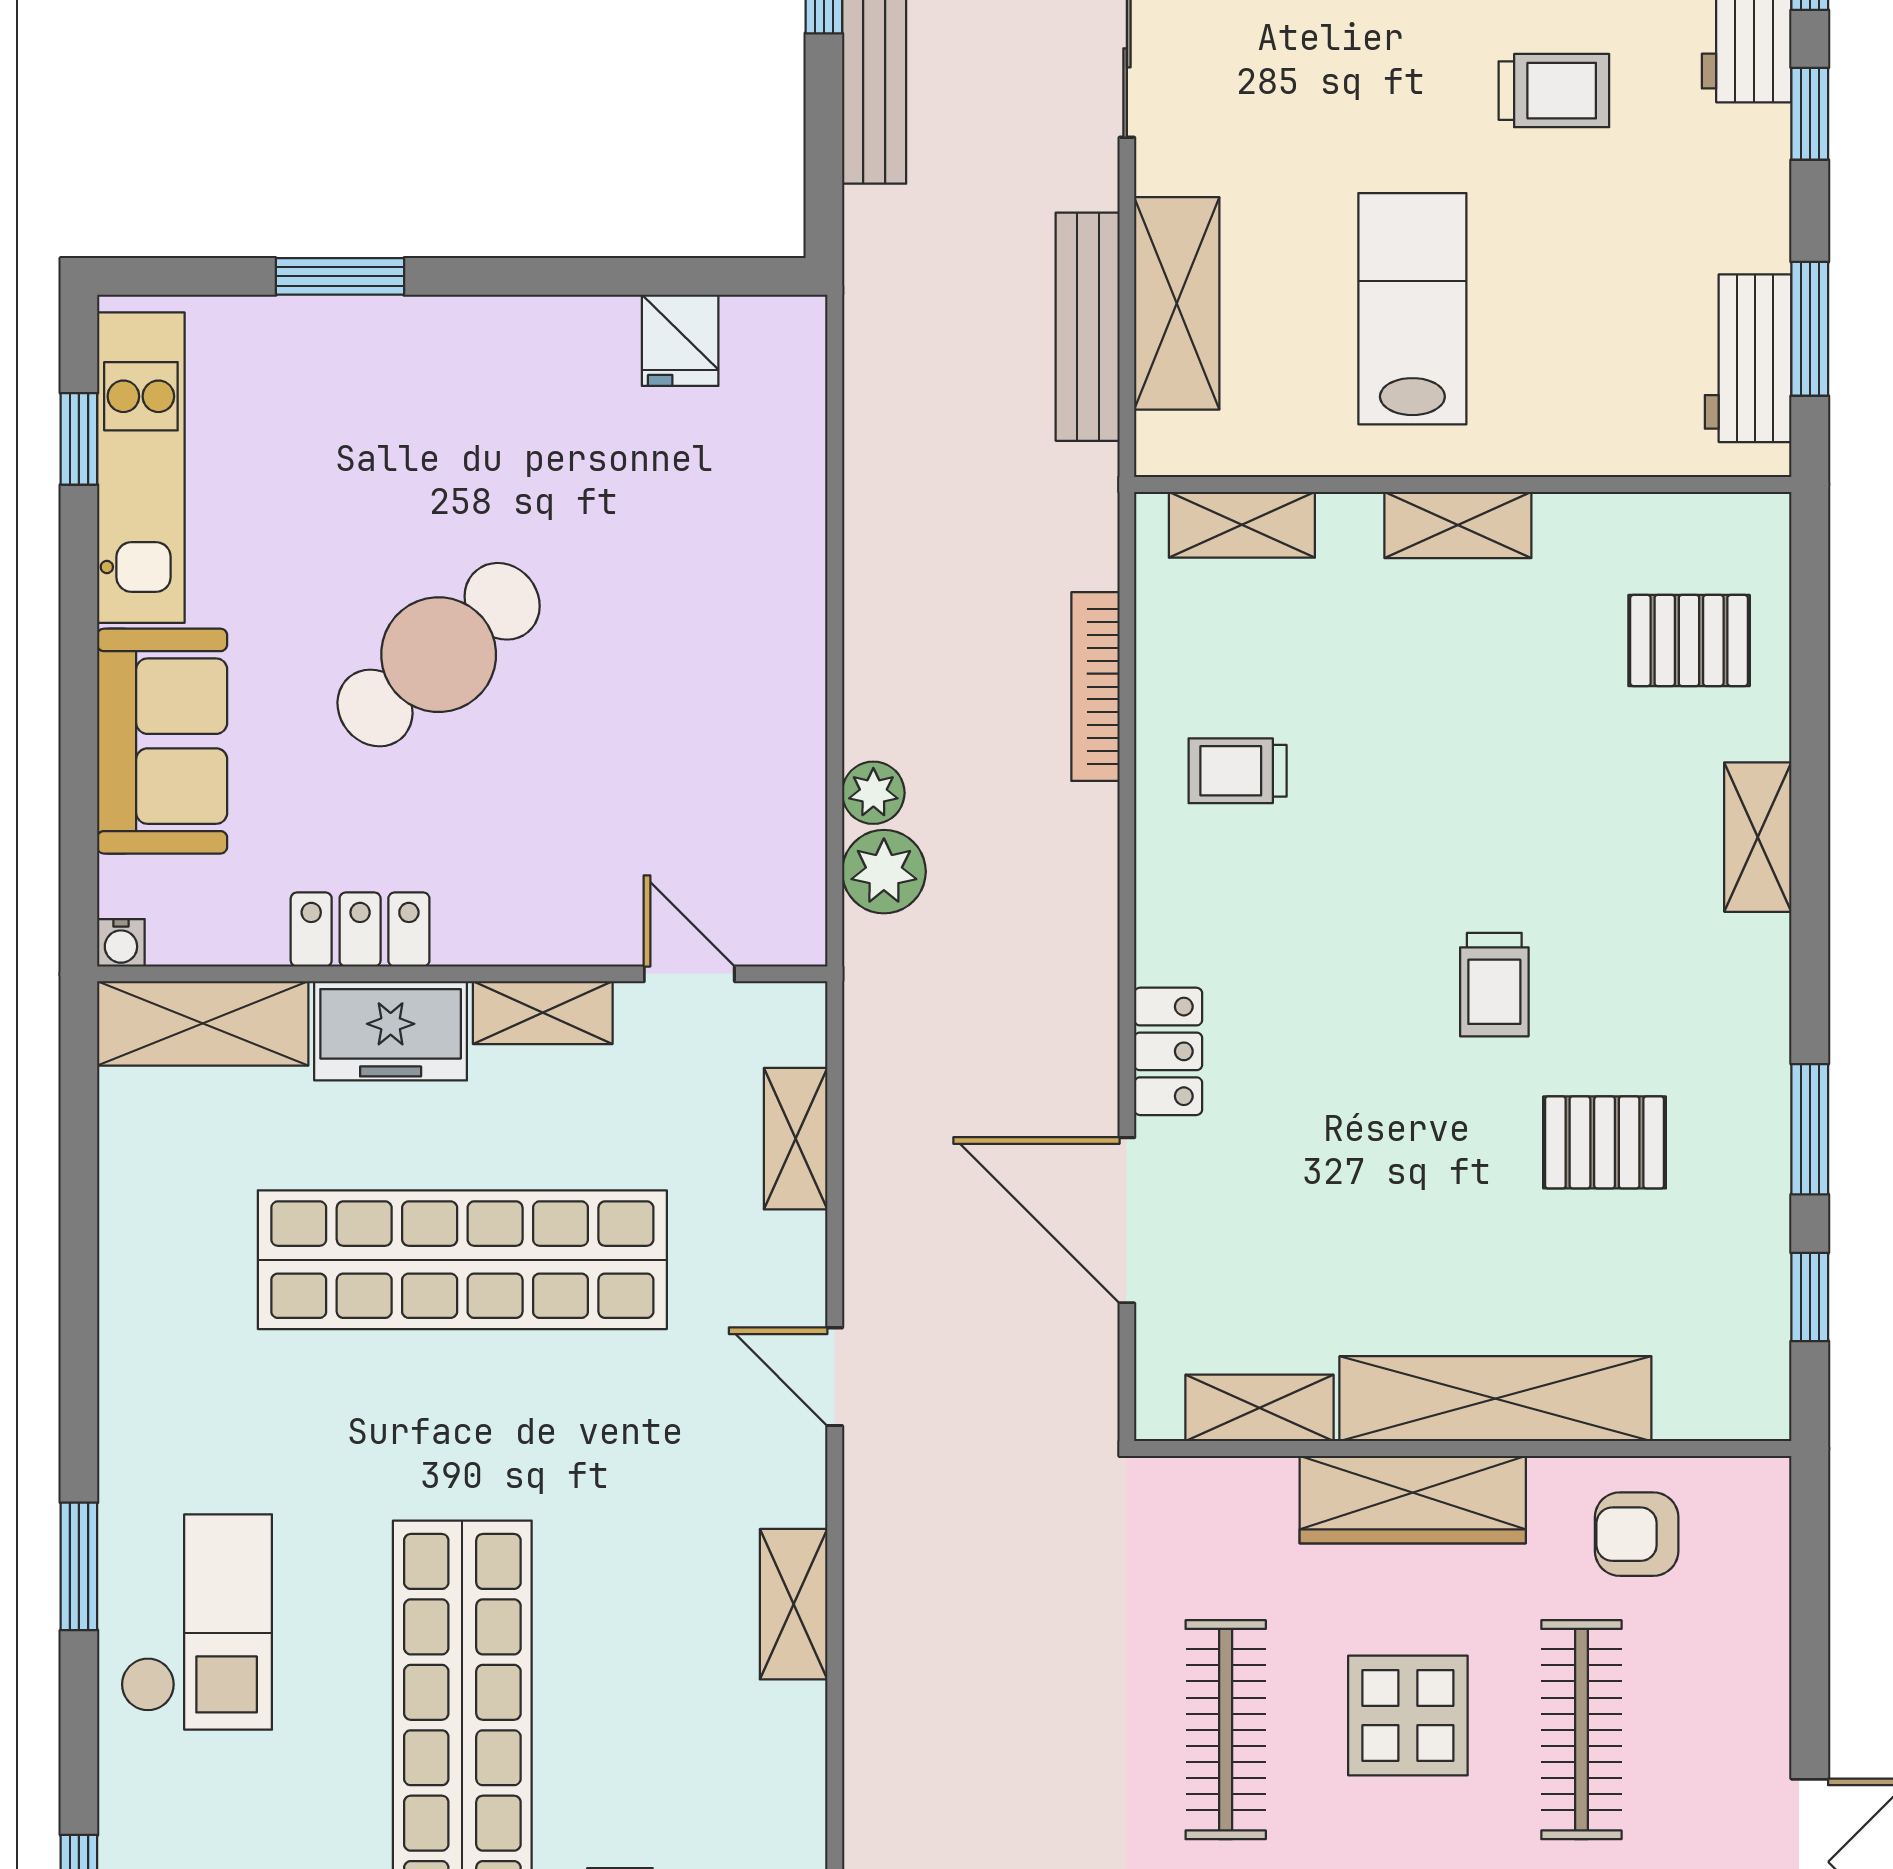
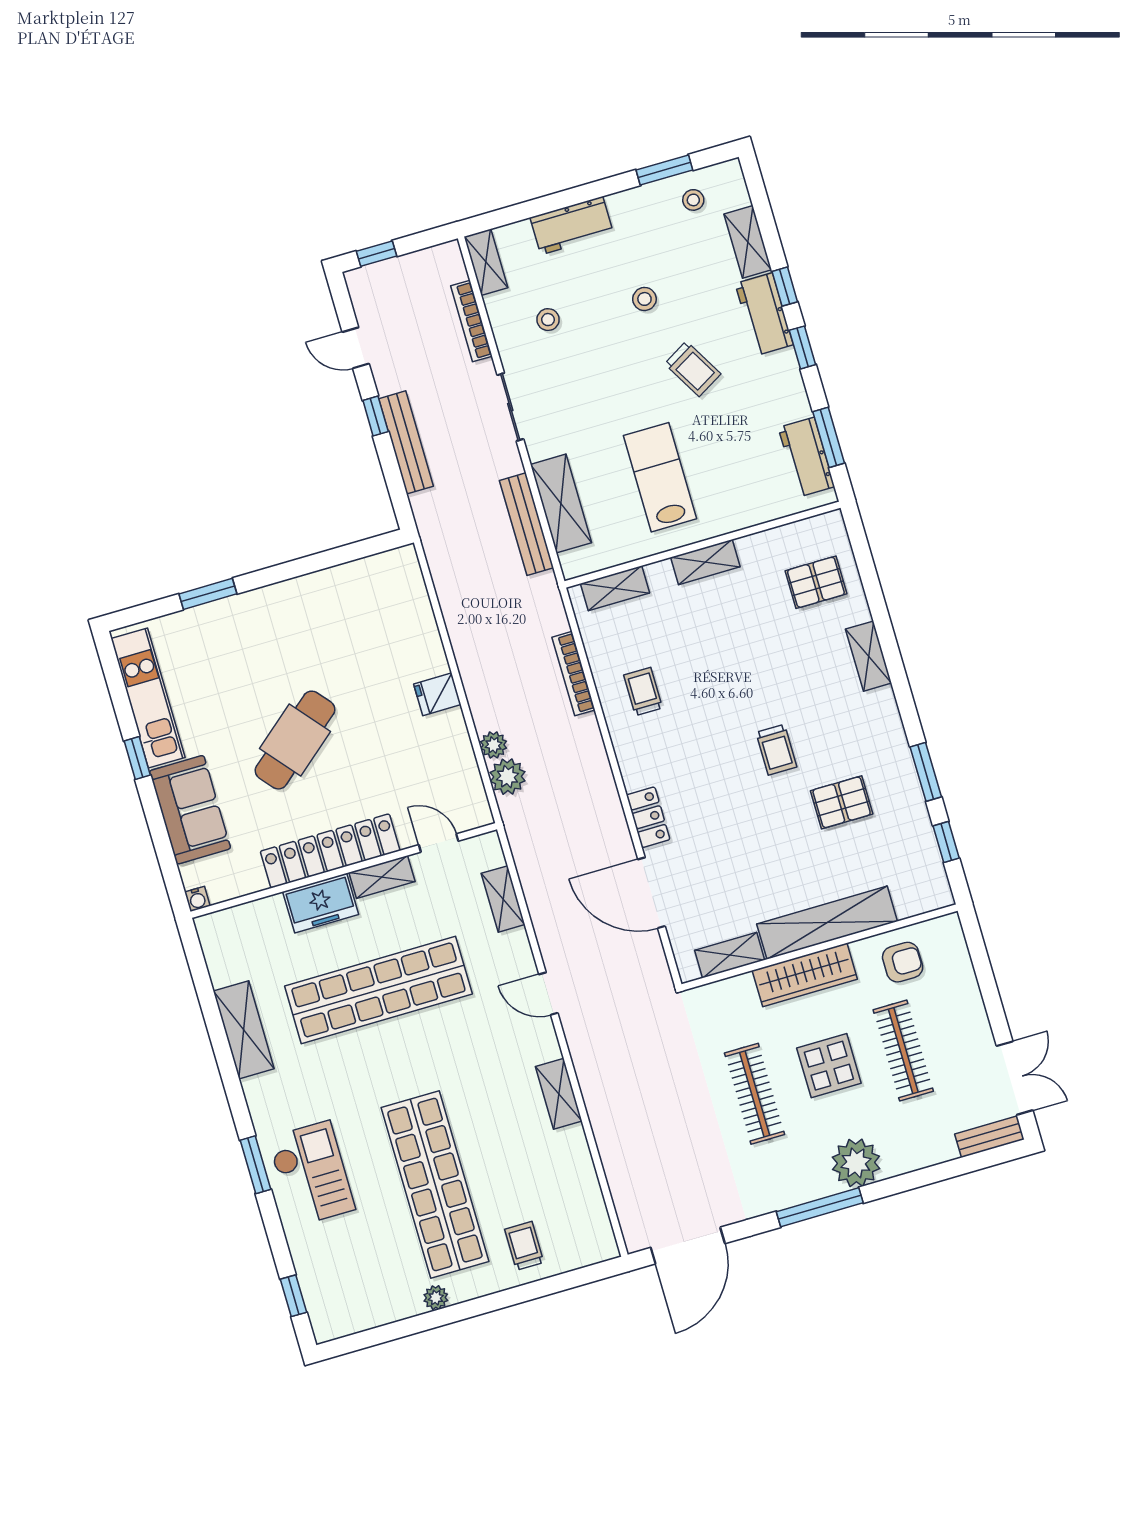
trolley: (1554, 91) -> (693, 369), turned 60
fridge: (680, 340) -> (437, 694), moved, turned 90
window: (79, 439) -> (137, 758), moved
trolley: (1238, 771) -> (643, 692), turned 90
locker: (360, 930) -> (330, 851), width x2.16, depth x1.21
shelving: (203, 1023) -> (244, 1030), moved, turned 90
armchair: (1637, 1534) -> (903, 962), turned 180

